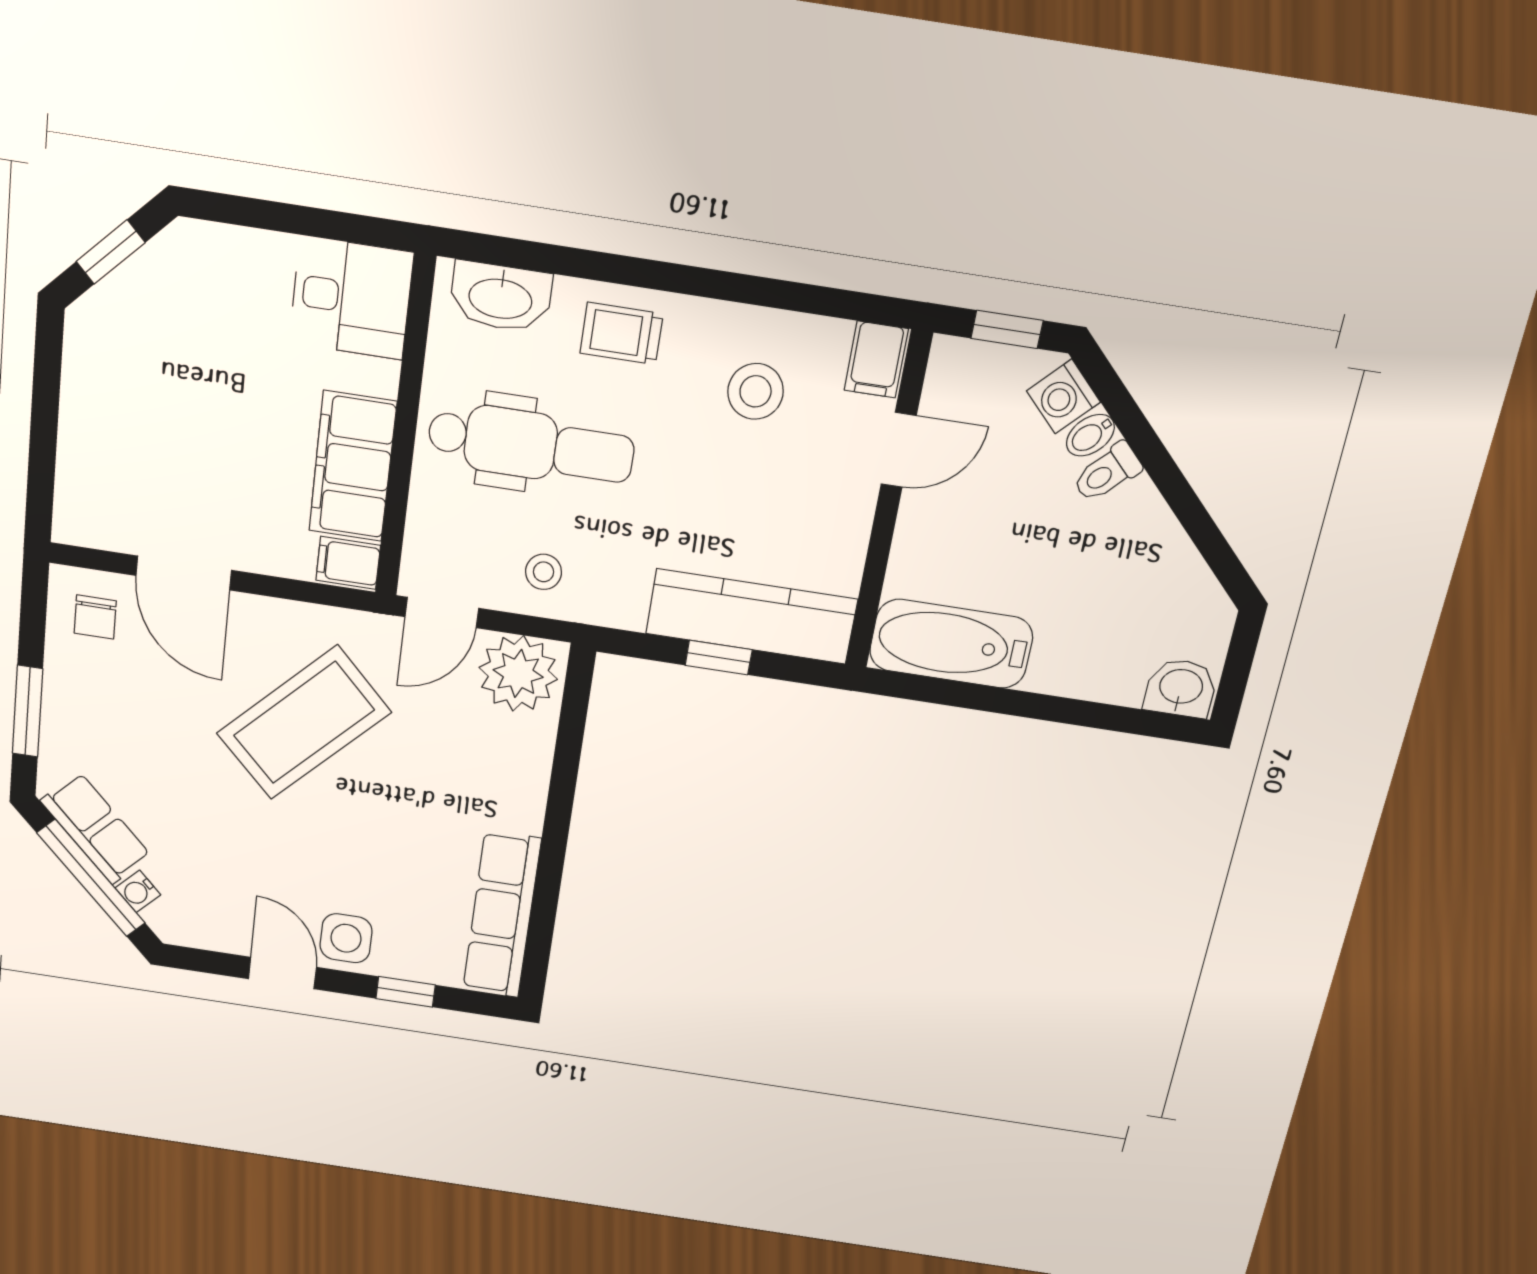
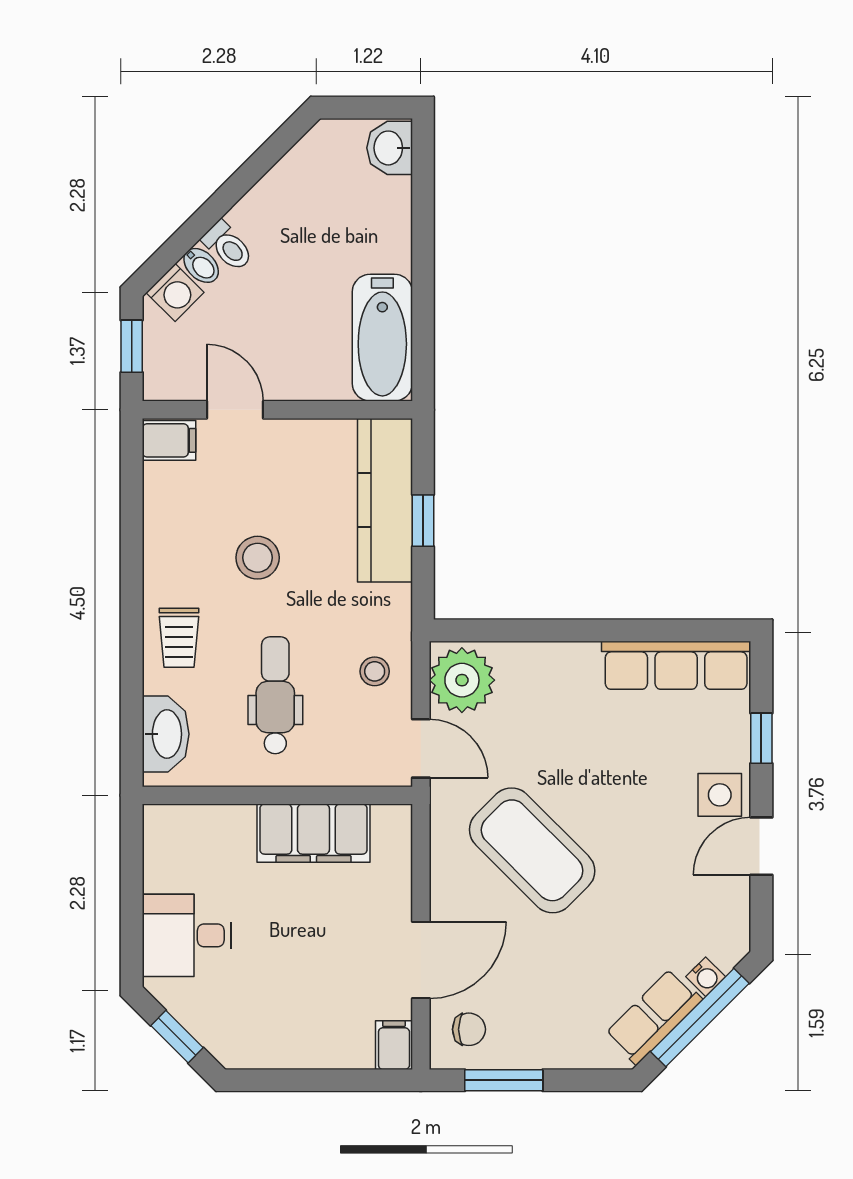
desk: (351, 298) -> (187, 935), moved, turned -90
stool: (756, 391) -> (258, 558), moved
dental chair: (531, 445) -> (275, 695), width x0.73, depth x0.72
filing cabinet: (348, 563) -> (394, 1045), moved, turned 180
window: (28, 711) -> (504, 1080), moved

